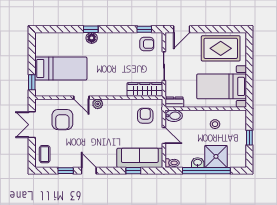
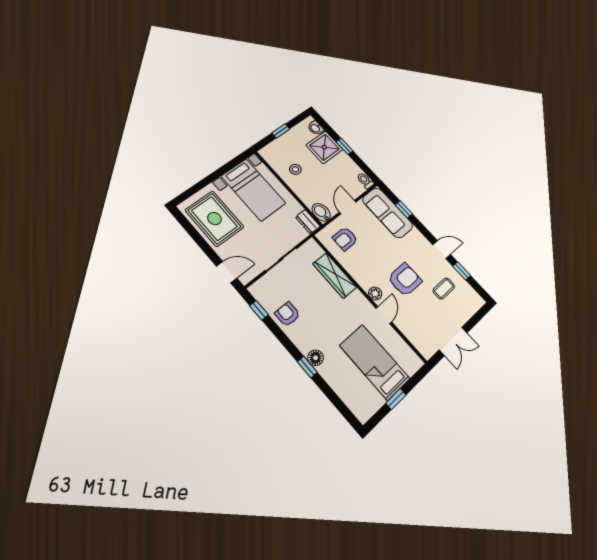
armchair: (147, 44) -> (287, 314), moved
window: (32, 82) -> (396, 399), moved
wardrobe: (145, 89) -> (335, 275), moved
armchair: (62, 120) -> (405, 280), moved
coffee table: (45, 154) -> (444, 289), moved
washbasin: (198, 163) -> (316, 128), moved
door: (89, 171) -> (442, 250), swing flipped
window: (206, 171) -> (345, 146), width x0.32

